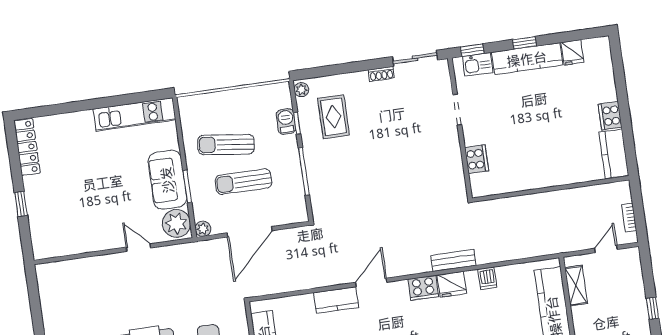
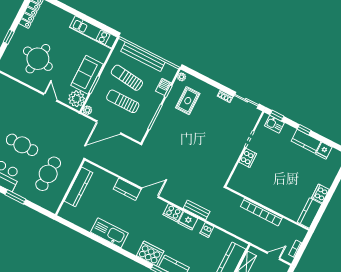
kitchen counter: (527, 59) -> (306, 141), width x0.67
bench: (228, 99) -> (143, 57), added
cooker: (477, 159) -> (248, 158), moved
bookcase: (546, 200) -> (261, 212), added
round table: (83, 206) -> (38, 59), added

